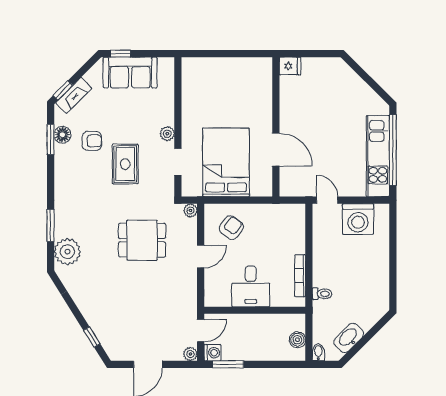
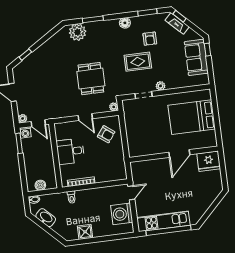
fridge: (290, 66) -> (209, 161), width x1.88, depth x1.34
floor lamp: (62, 135) -> (125, 23), moved
door: (276, 150) -> (179, 153), moved
bed: (226, 162) -> (192, 117), moved, turned 180
shower: (379, 280) -> (85, 232), added

